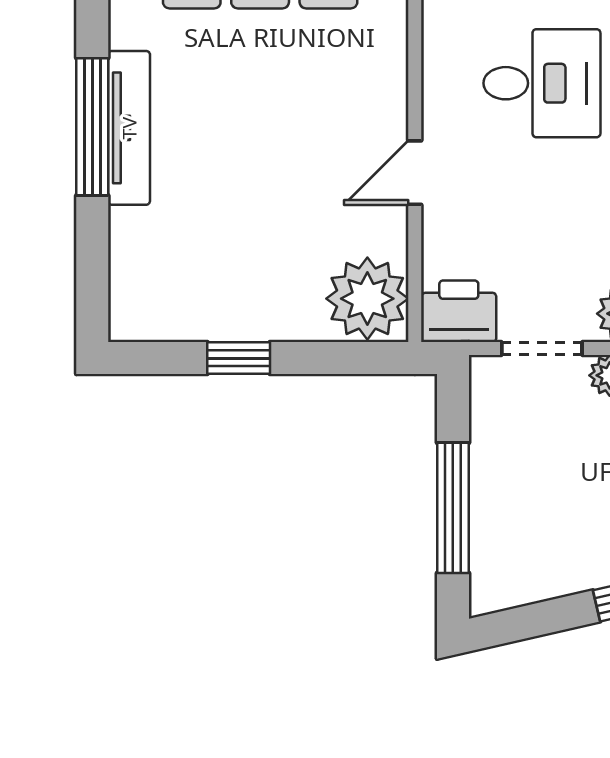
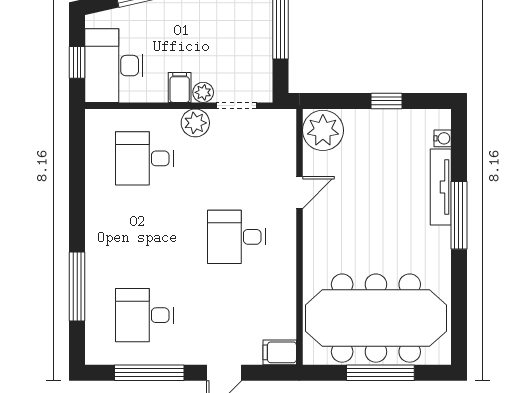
tv unit: (129, 128) -> (441, 187), moved
water cooler: (125, 282) -> (443, 138), added
printer: (459, 311) -> (278, 124), removed

